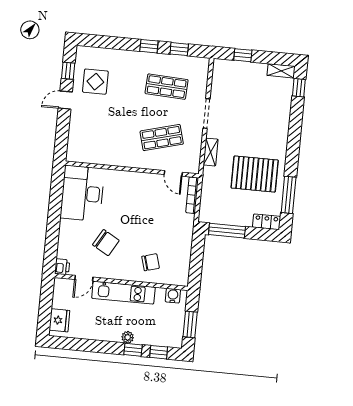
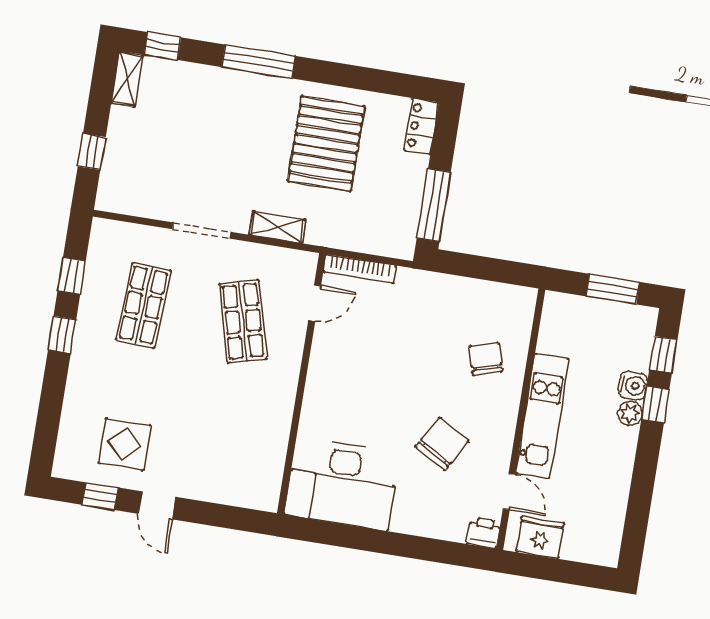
window: (289, 195) -> (259, 62), moved
water cooler: (173, 296) -> (633, 386), moved, turned 180
fridge: (59, 320) -> (540, 537), moved

